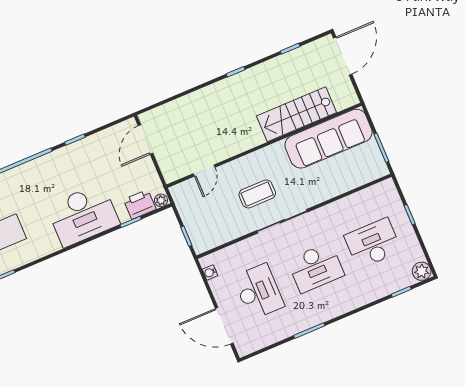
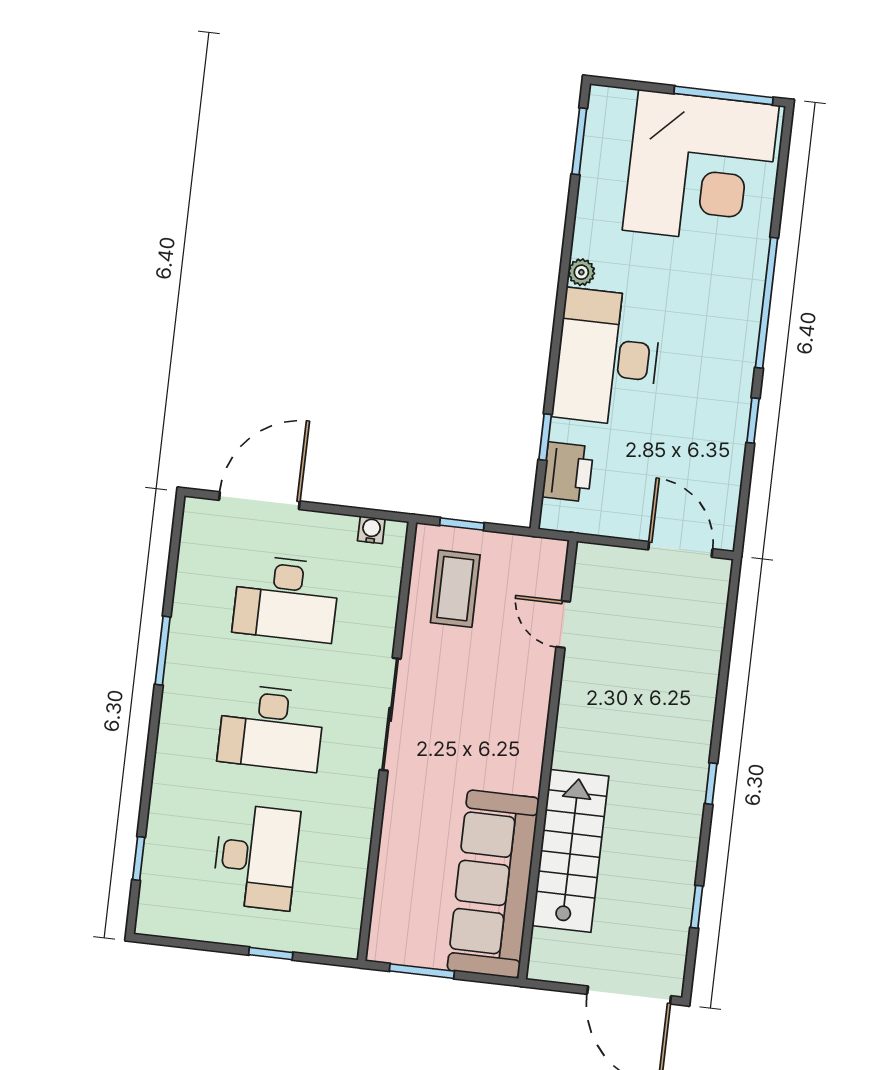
coffee table: (257, 194) -> (455, 589), moved
plant: (161, 200) -> (581, 272), moved
desk: (316, 267) -> (271, 728), turned -90
plant: (422, 271) -> (155, 917), removed

